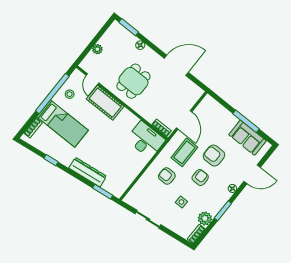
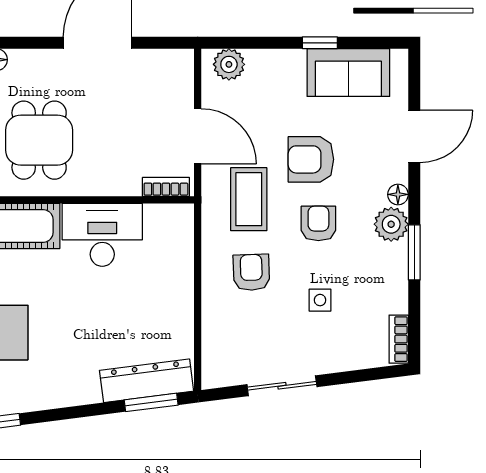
plant: (212, 105) -> (229, 64), added
window: (246, 121) -> (320, 43), width x0.46
desk: (146, 140) -> (102, 235), moved
dresser: (88, 172) -> (147, 381), moved
armchair: (167, 176) -> (251, 272), turned 88
plant: (205, 218) -> (391, 224), moved

